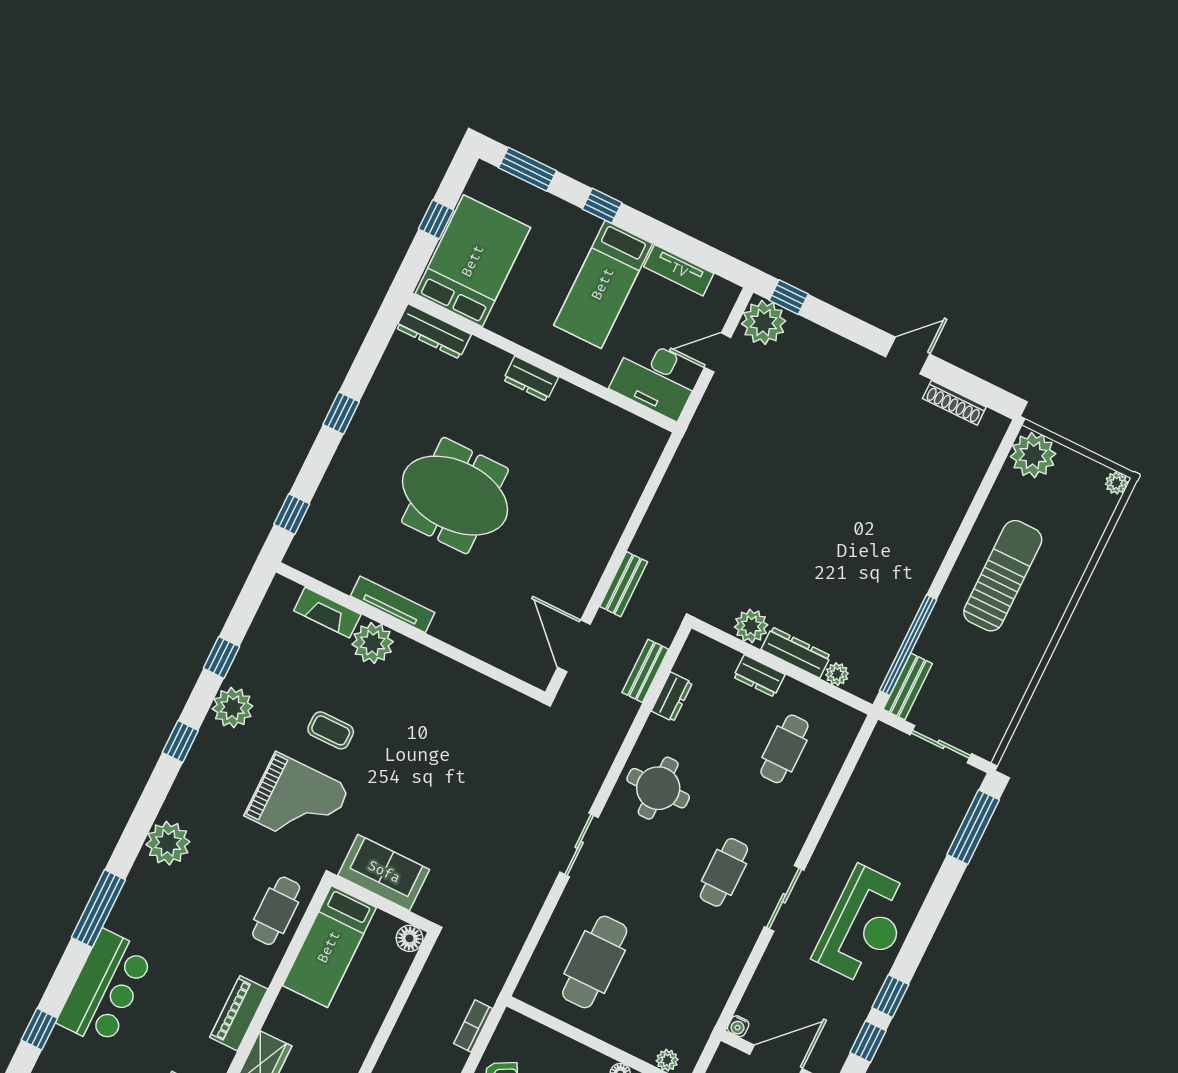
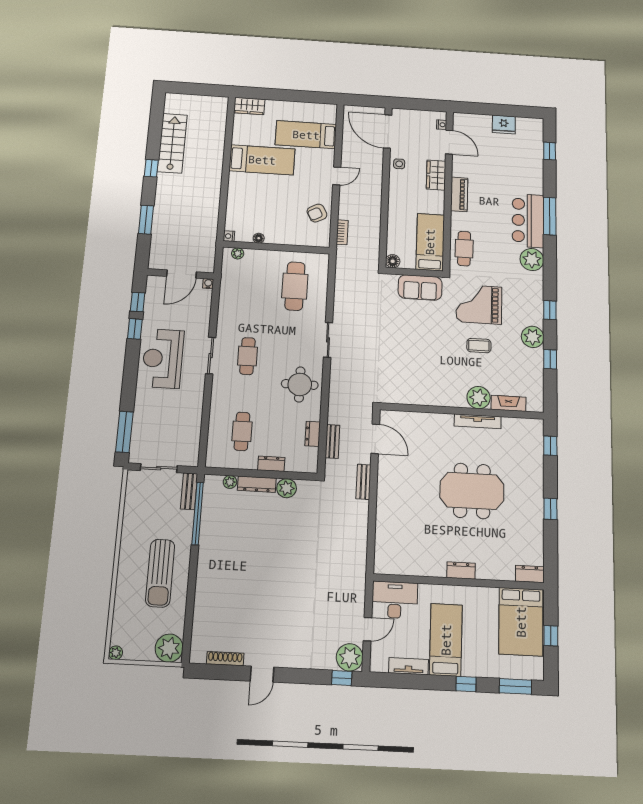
dresser: (434, 331) -> (530, 574), width x0.70
bar counter: (105, 988) -> (528, 221), moved

